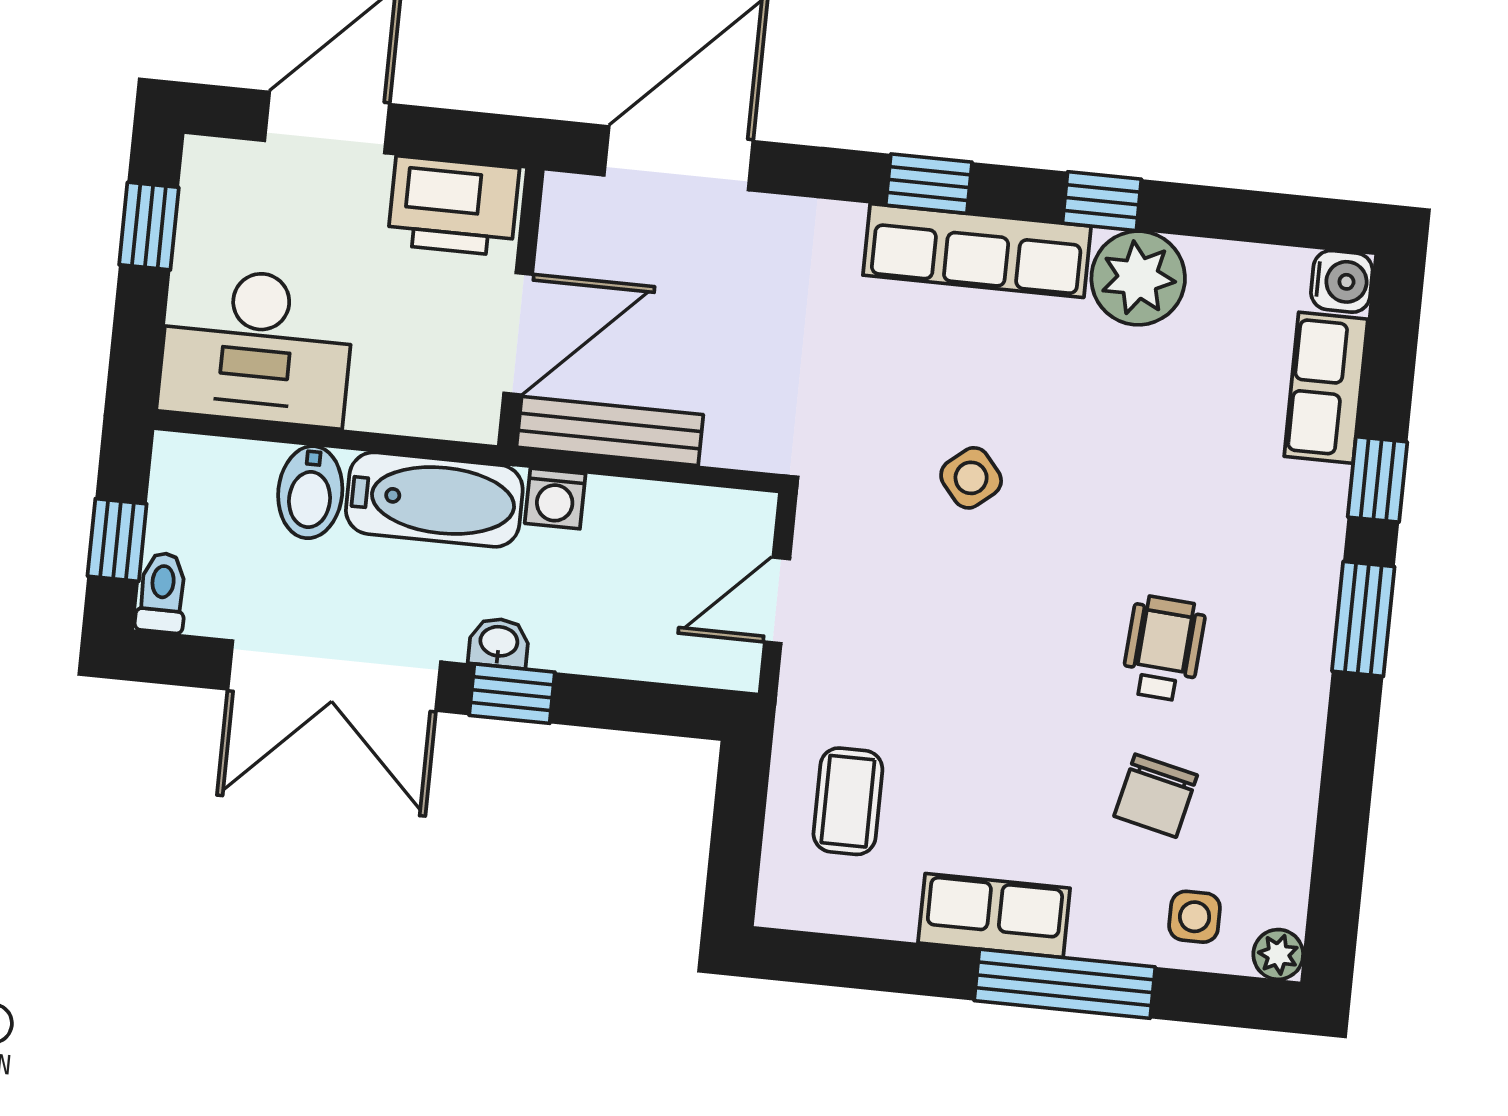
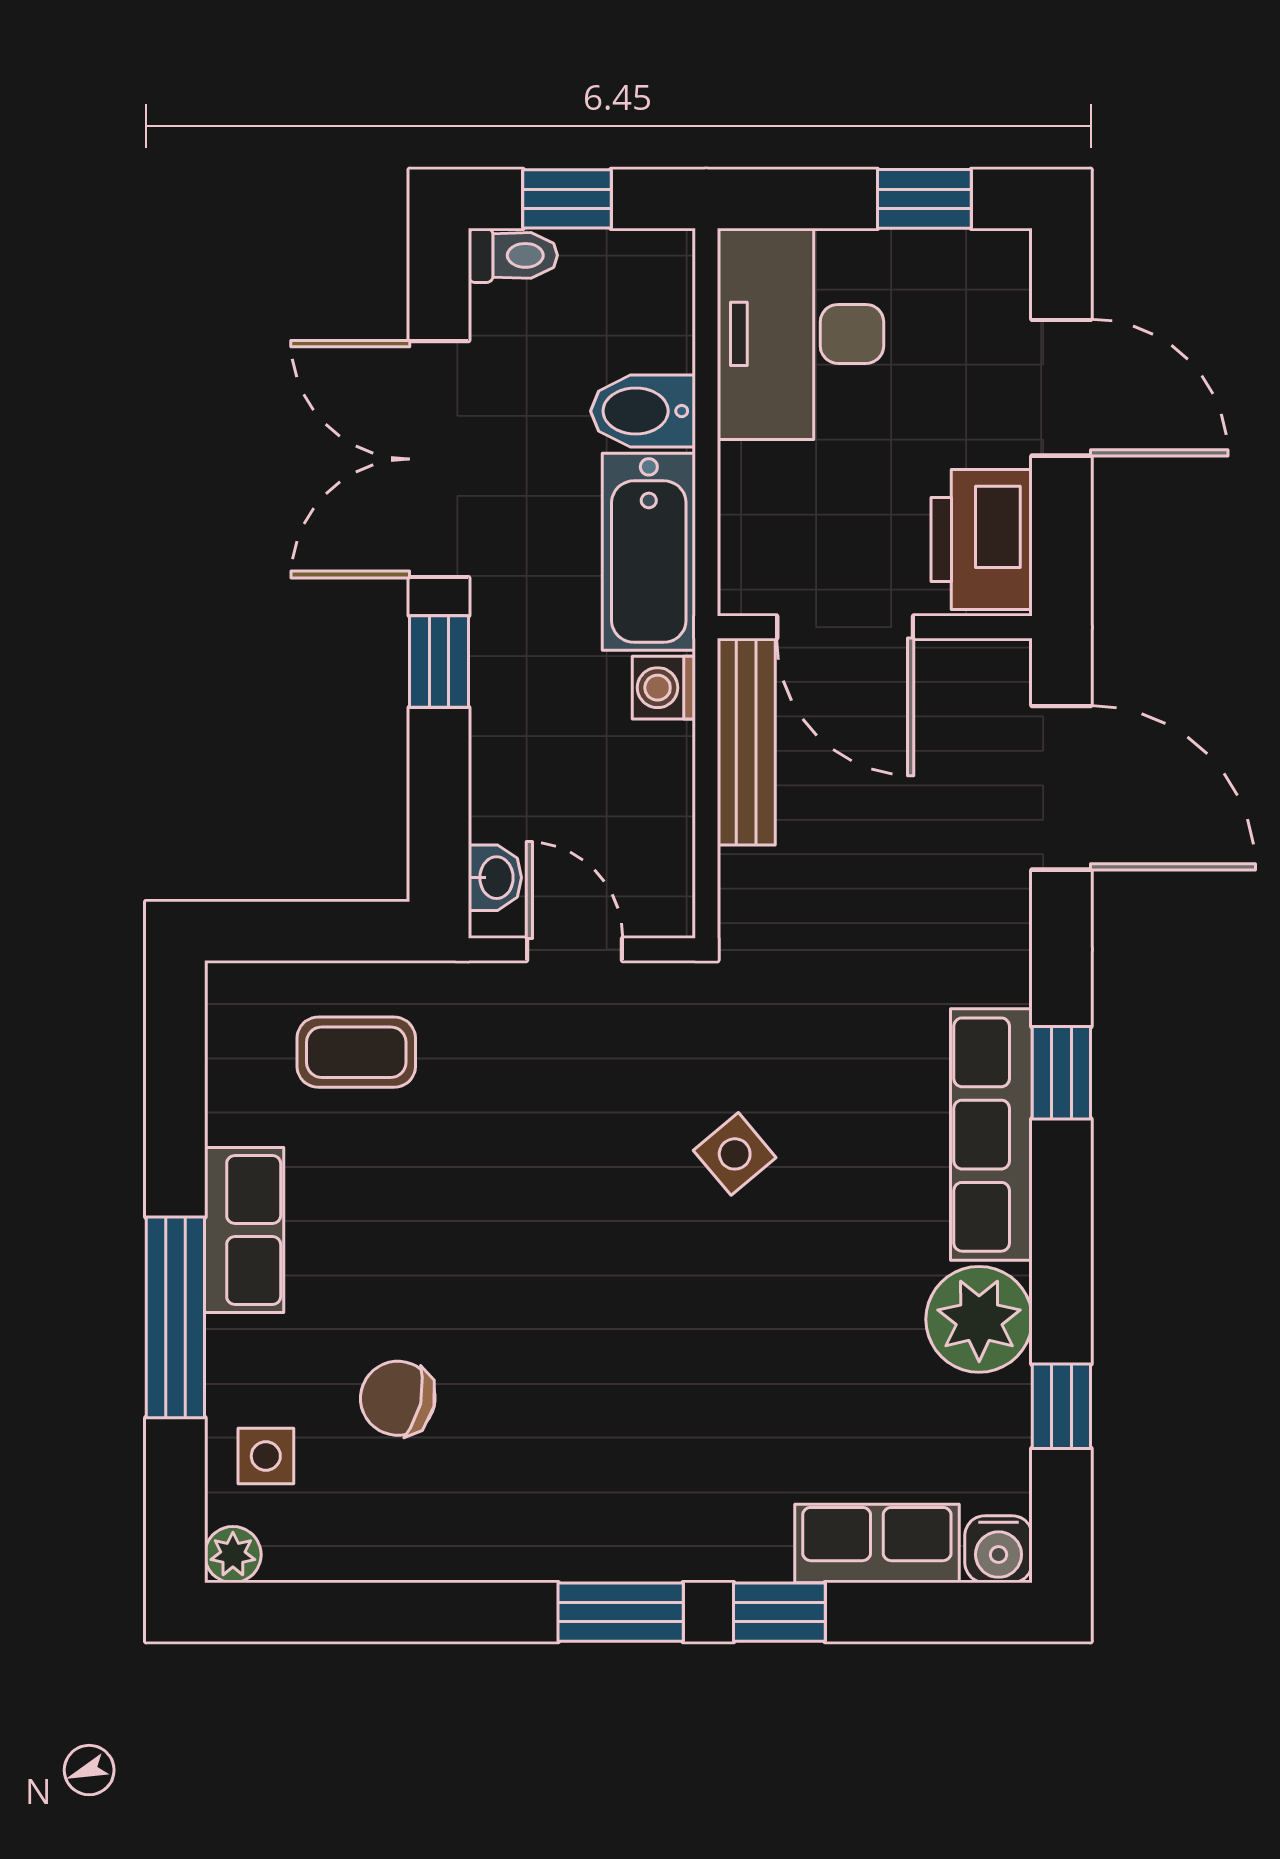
window: (1102, 201) -> (1061, 1406), moved
washbasin: (499, 643) -> (495, 878), moved
wheelchair: (1163, 648) -> (565, 1390), removed

